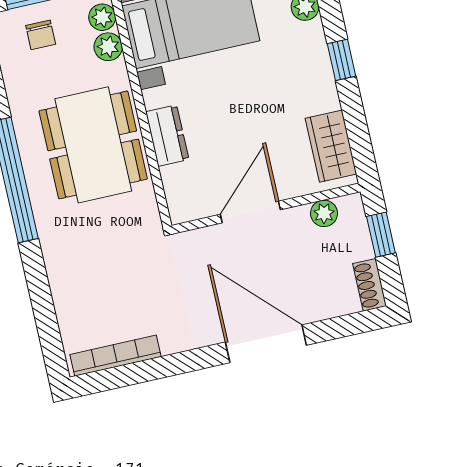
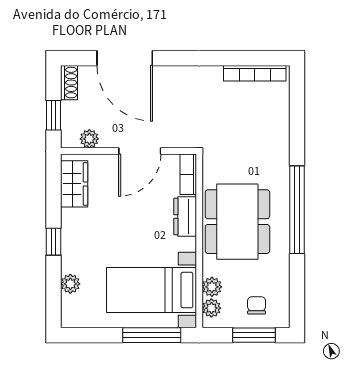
bookcase: (176, 195) -> (188, 174), added
door: (266, 344) -> (125, 58), moved

